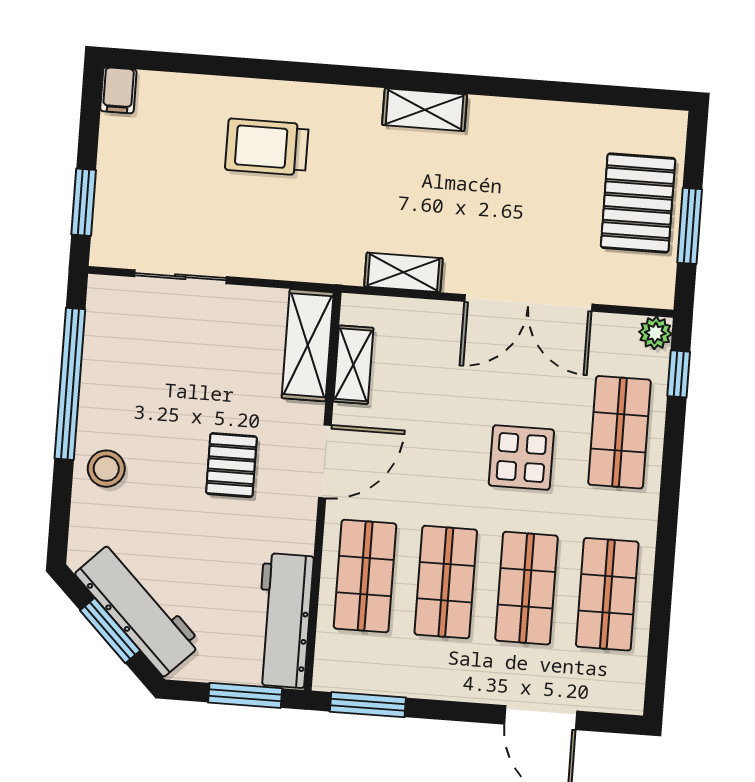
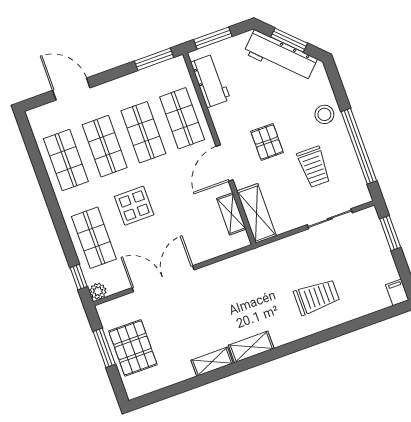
shelving: (403, 272) -> (212, 362), moved
trolley: (167, 383) -> (314, 167), added
workbench: (284, 620) -> (210, 81), width x0.73

